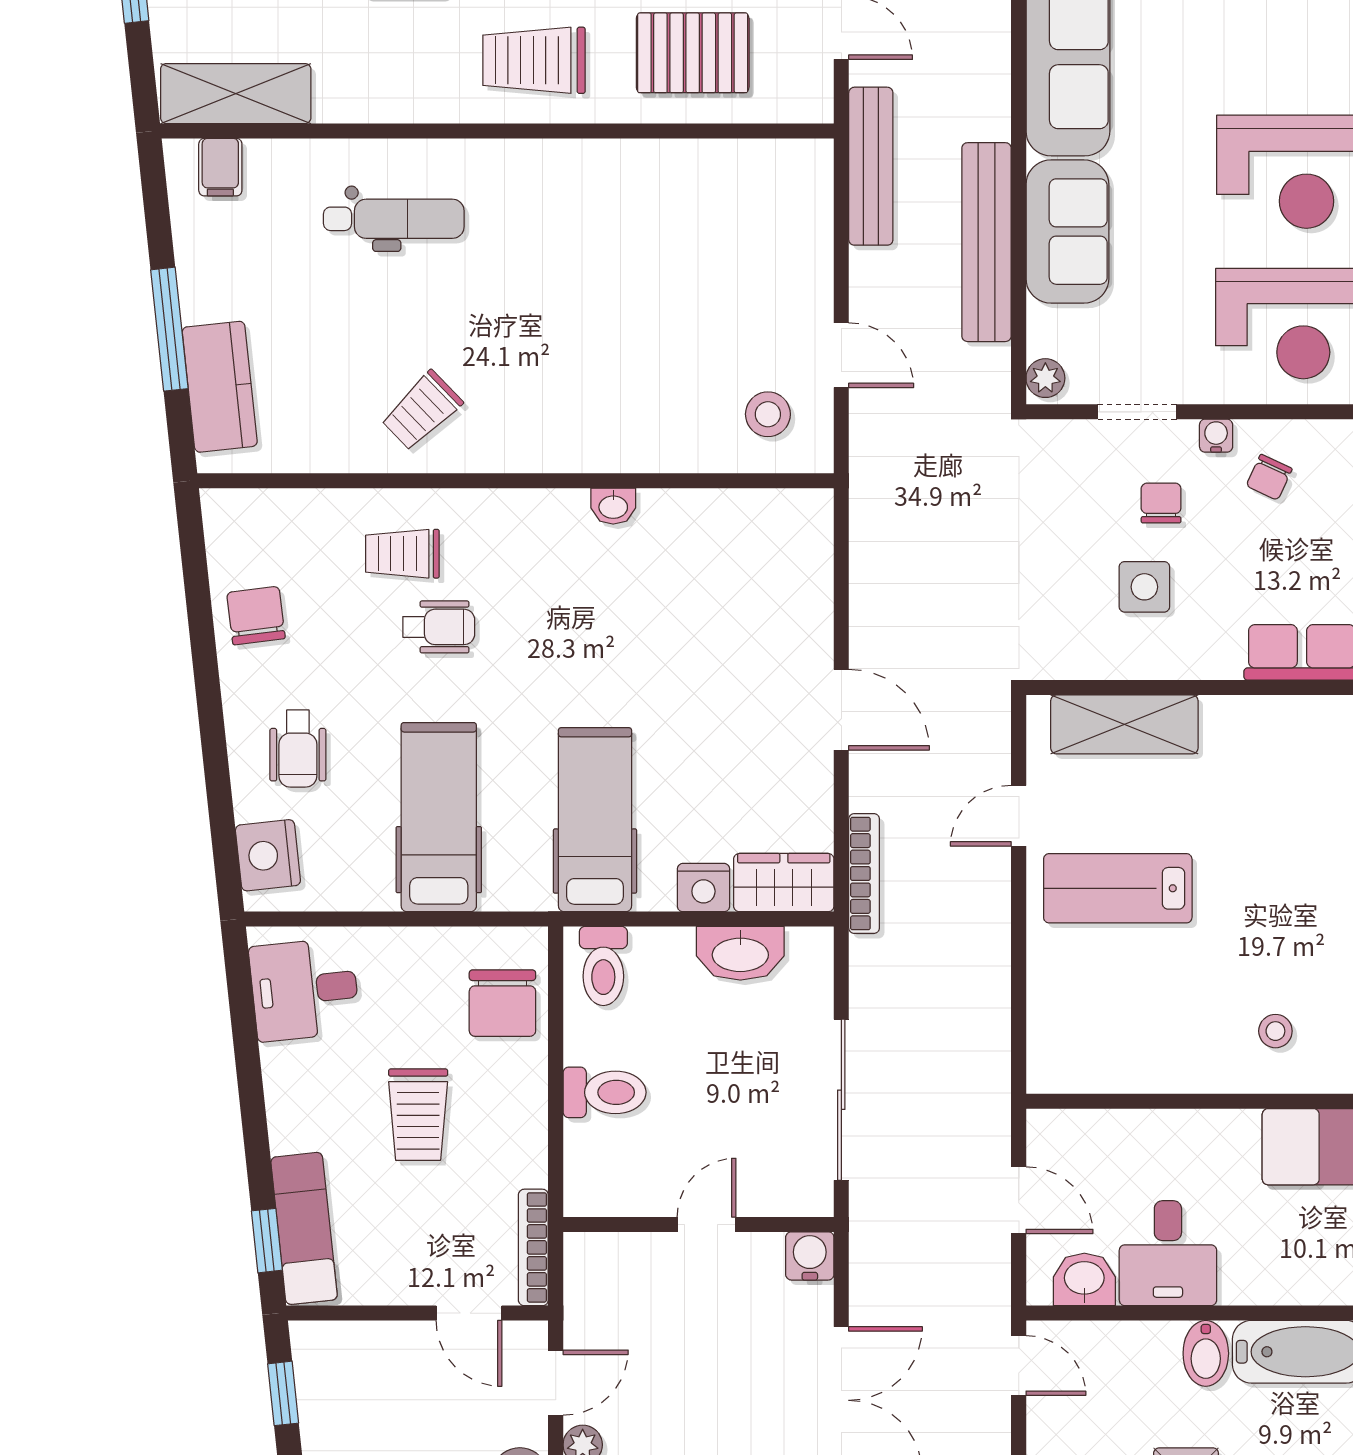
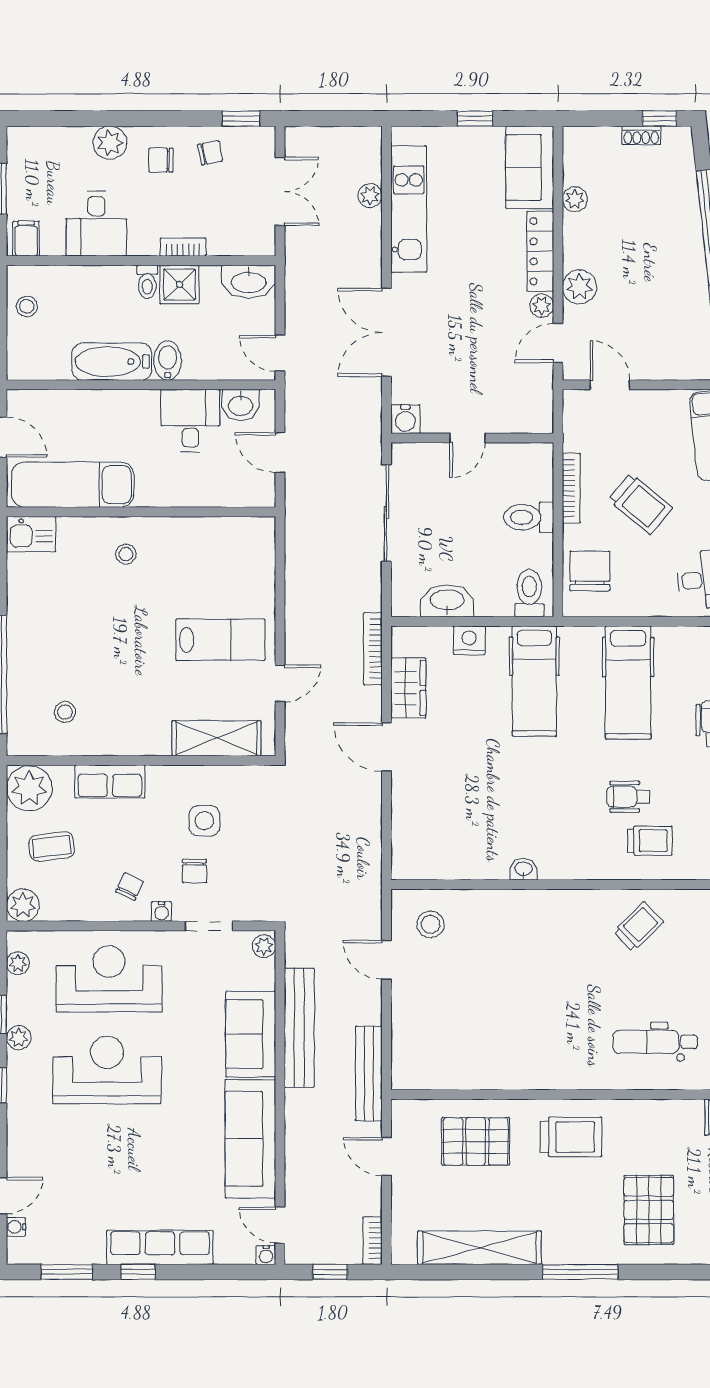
wardrobe: (784, 883) -> (408, 688), moved, turned -90
trolley: (418, 1115) -> (641, 504), turned 130
bookcase: (533, 1247) -> (571, 488), moved

